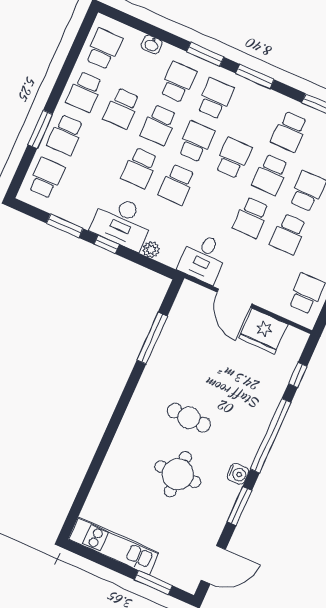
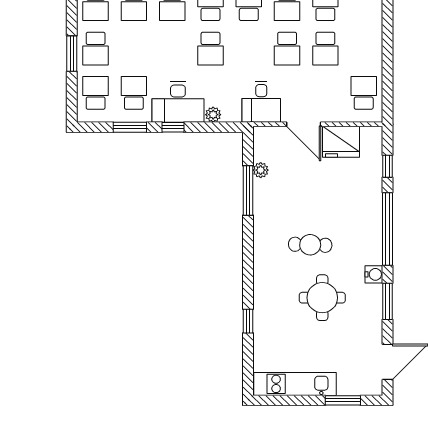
school desk: (140, 168) -> (134, 93), moved, turned 180
plant: (173, 324) -> (261, 170), added
window: (96, 465) -> (248, 321), added

